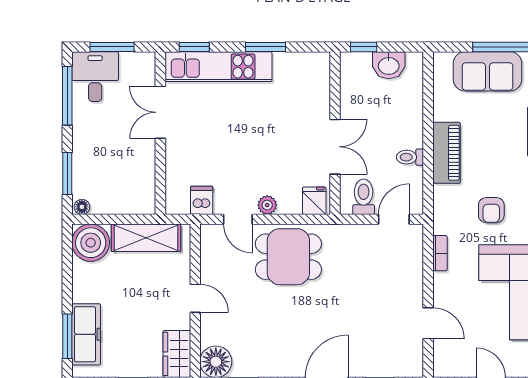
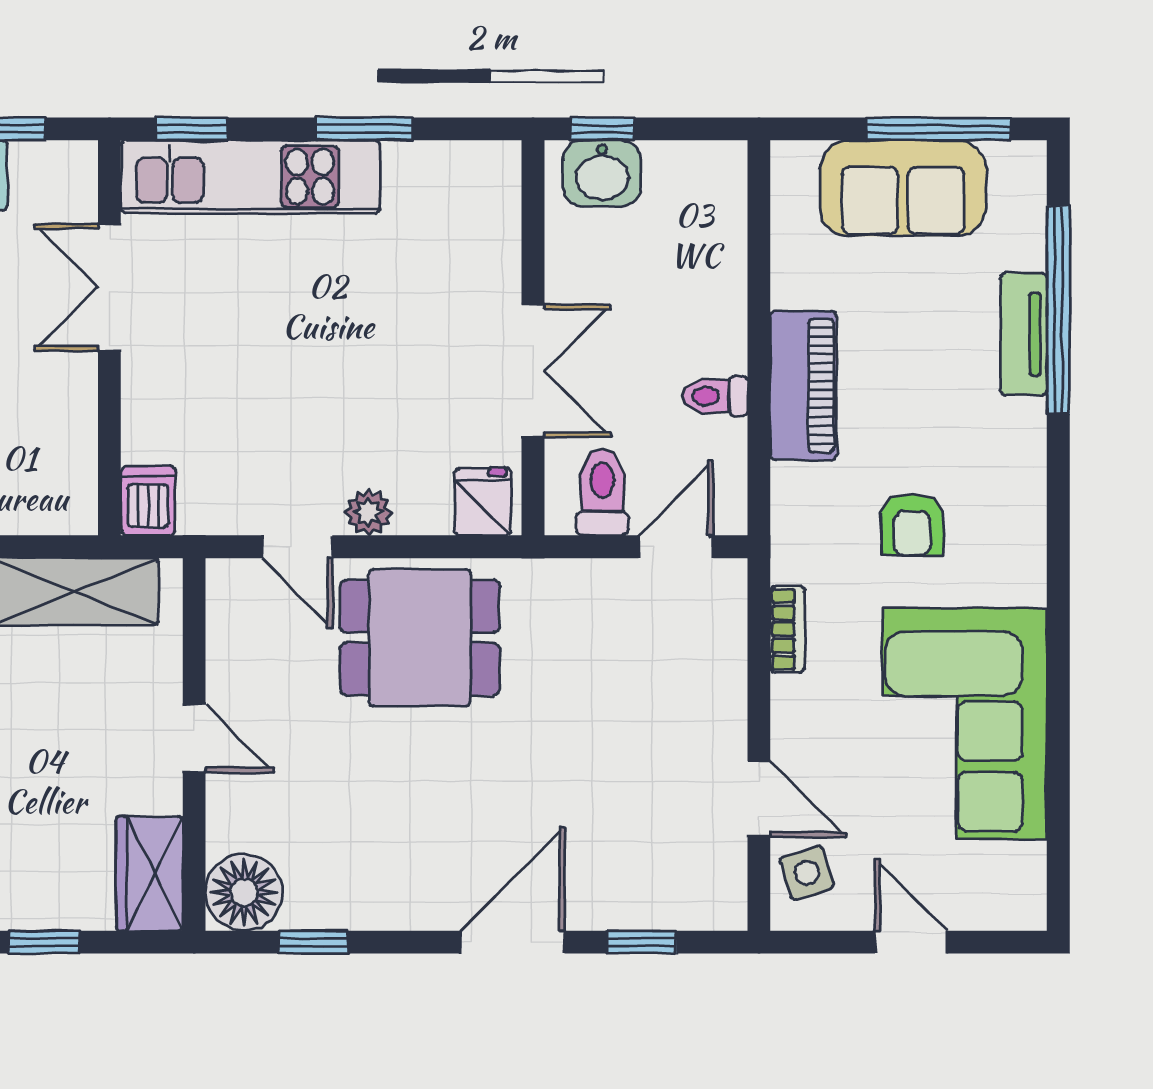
washbasin: (389, 65) -> (602, 173), moved
dishwasher: (202, 200) -> (148, 501), moved
side table: (448, 354) -> (807, 873), added

